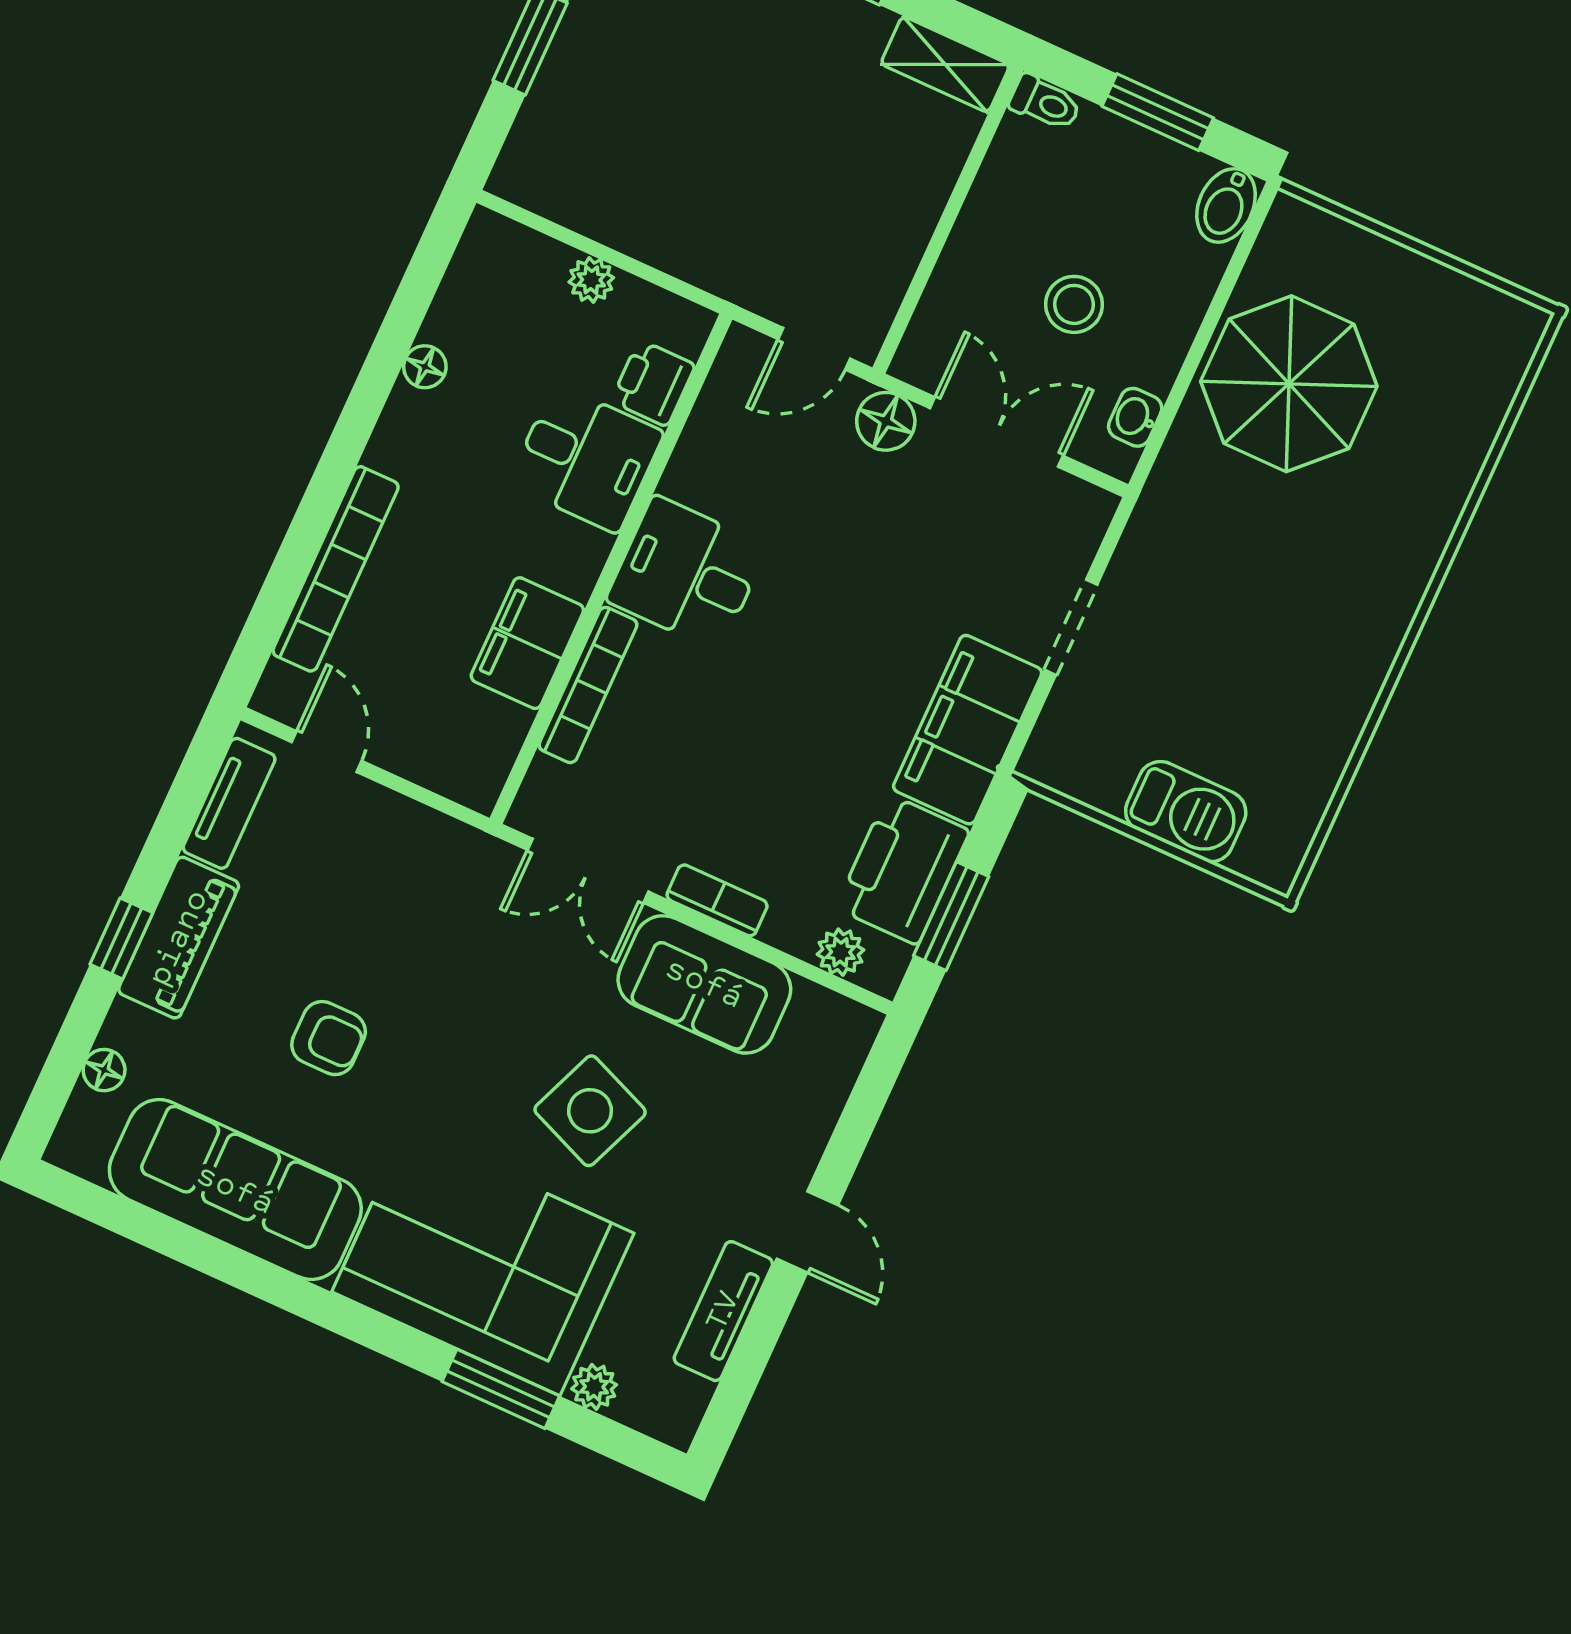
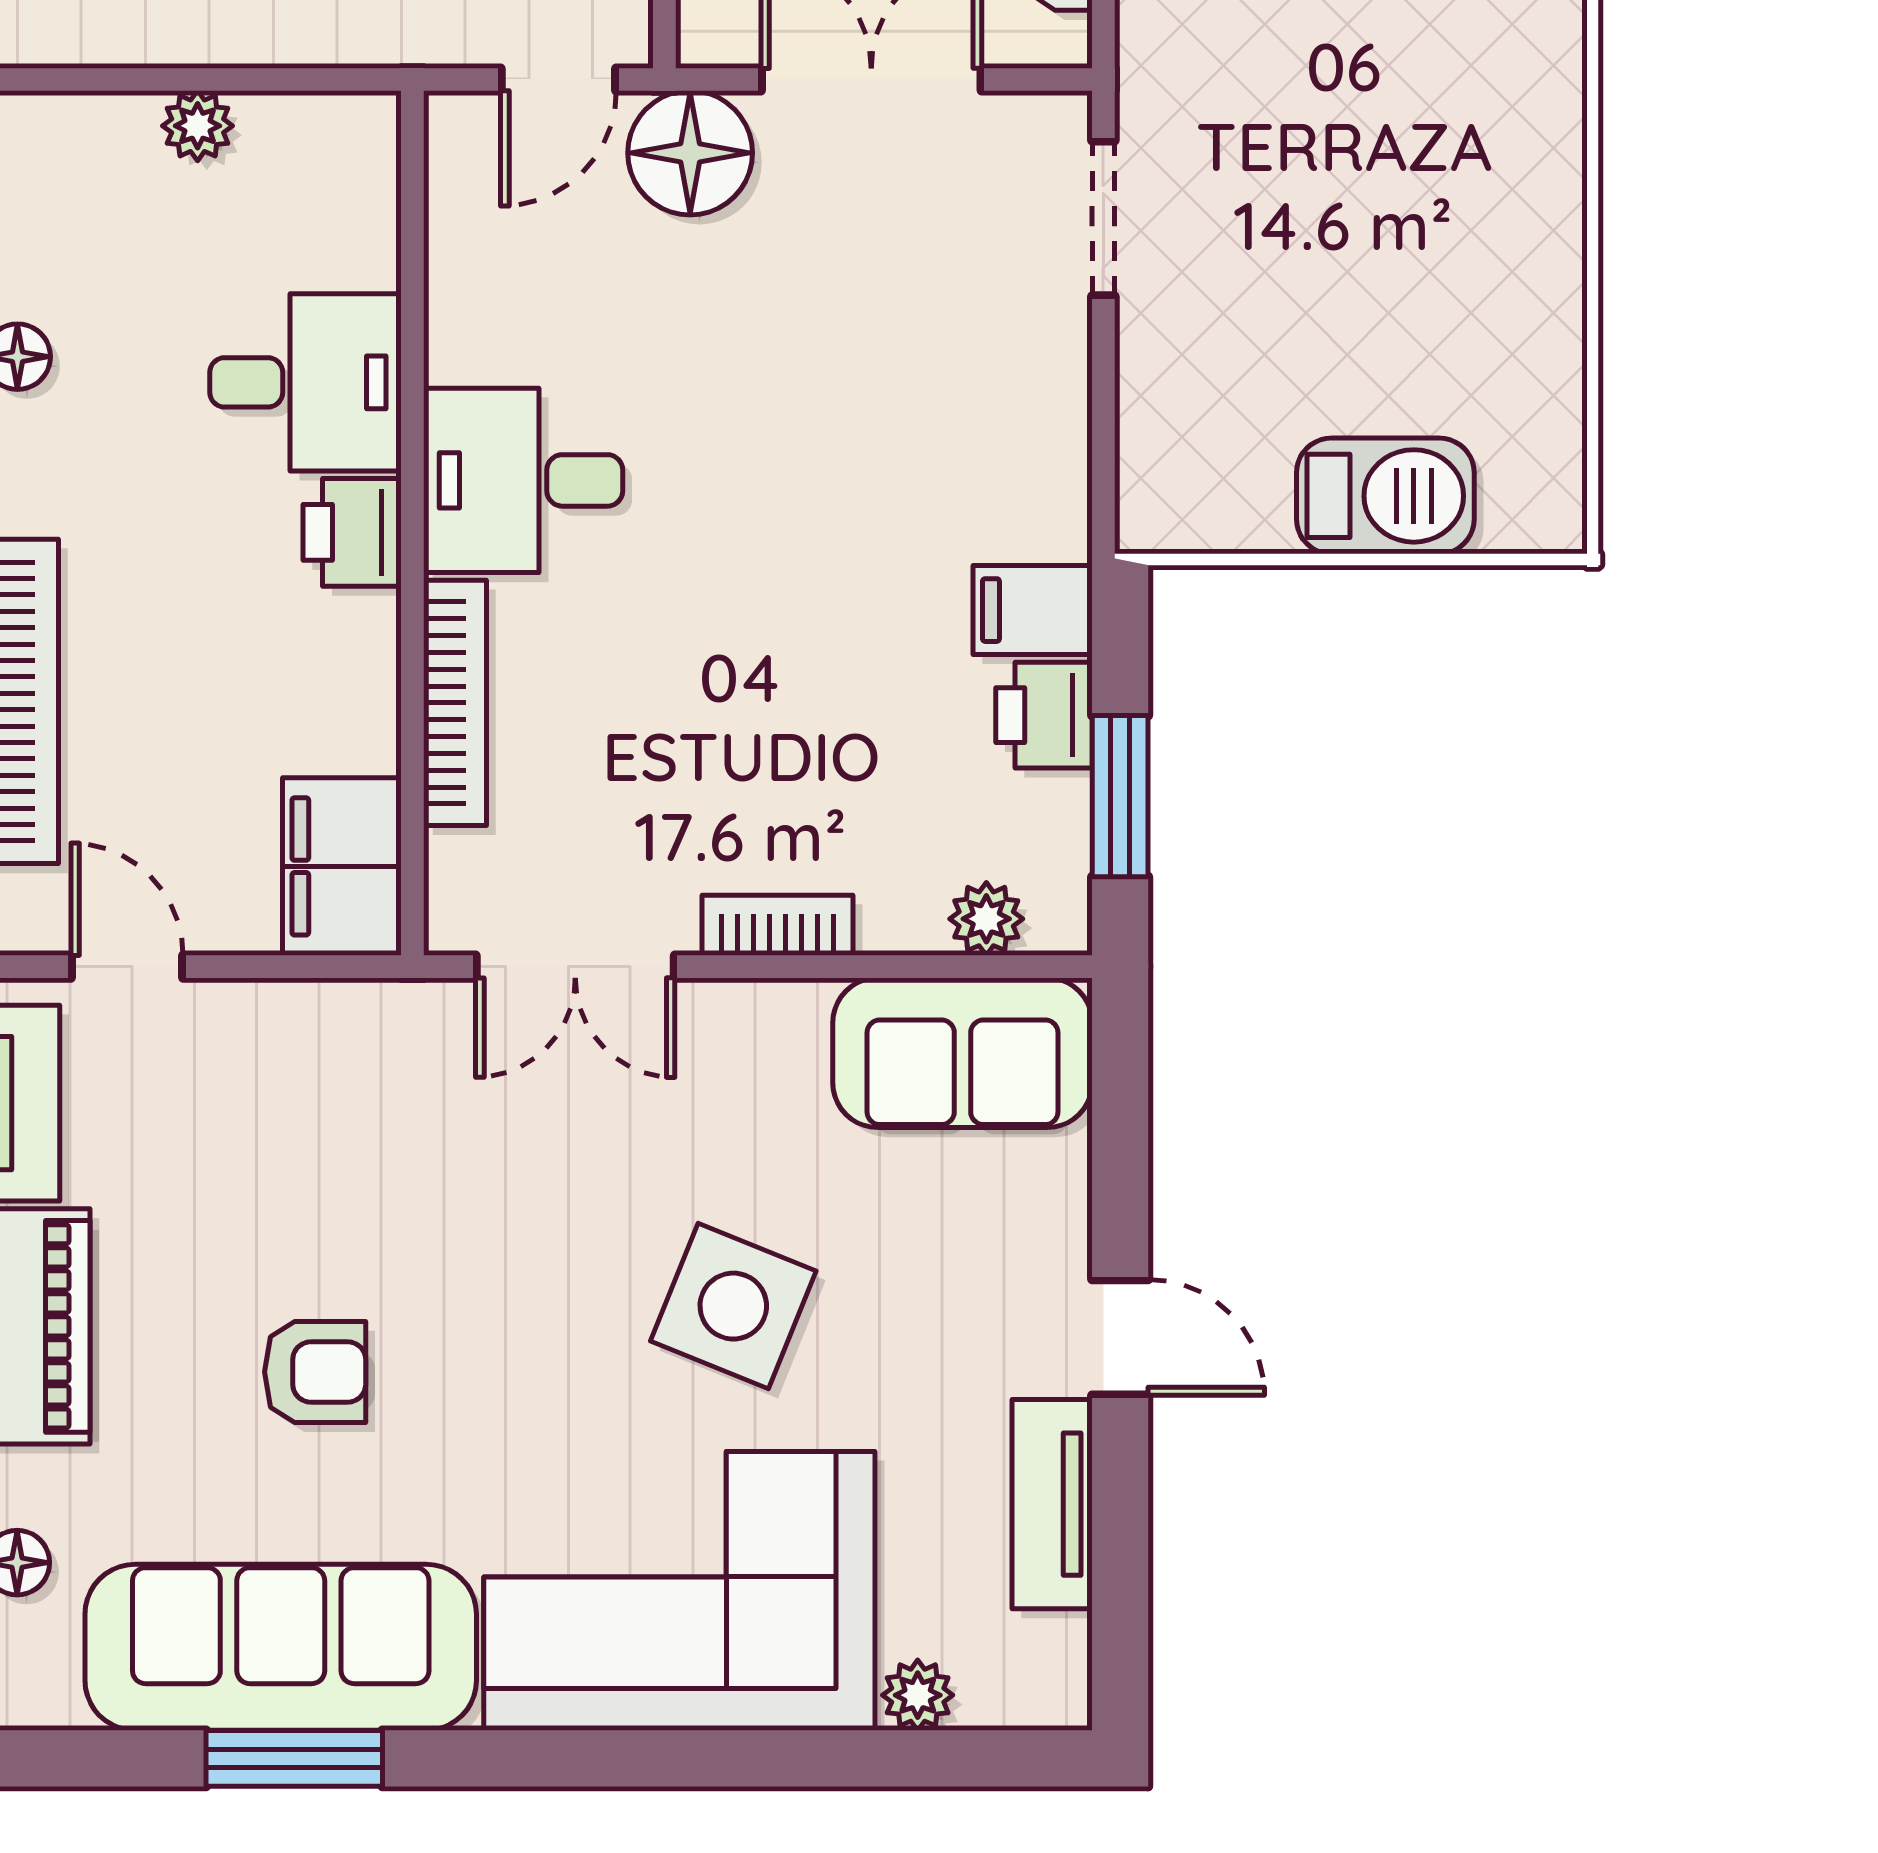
printer: (653, 383) -> (352, 532), moved
floor lamp: (886, 421) -> (690, 153), width x1.38, depth x1.38
doorway: (1071, 627) -> (1103, 218), moved
filing cabinet: (527, 643) -> (342, 866), moved
filing cabinet: (968, 730) -> (1033, 610), width x0.33, depth x0.86
printer: (903, 869) -> (1044, 715), width x0.53, depth x0.68
sofa: (704, 984) -> (963, 1053), moved
window: (501, 1389) -> (294, 1758), moved

